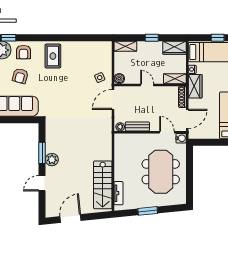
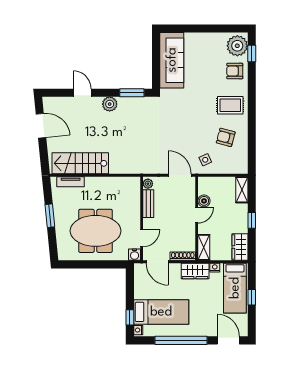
armchair: (20, 76) -> (226, 137), moved
boiler: (119, 79) -> (204, 201), moved
window: (42, 153) -> (132, 93), moved

